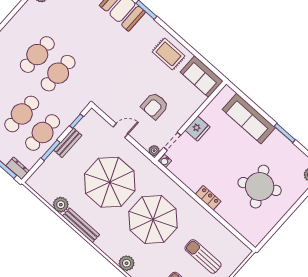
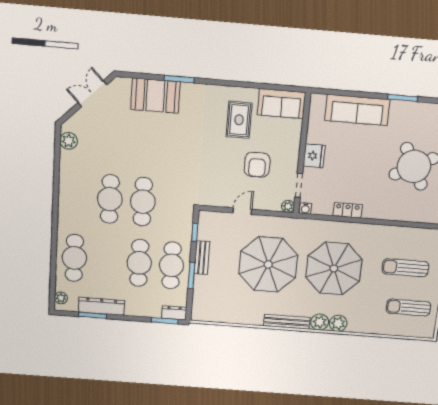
rug: (169, 54) -> (239, 120), moved, turned 90
locker: (208, 198) -> (348, 210), moved
plant: (61, 205) -> (320, 322), moved
bench: (81, 225) -> (287, 322), moved

